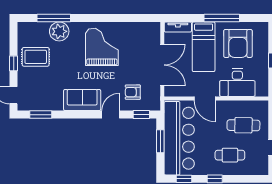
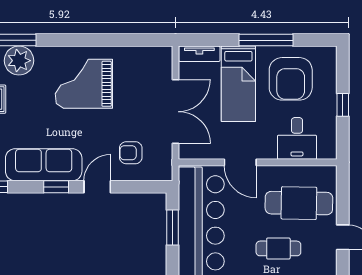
grand piano: (102, 47) -> (84, 84), turned -90
desk: (237, 83) -> (297, 138), width x0.73
sofa: (82, 100) -> (44, 165), width x1.36
window: (141, 115) -> (56, 187), moved
cafe table: (243, 125) -> (299, 203), width x1.37, depth x1.35

